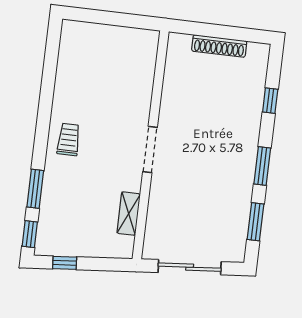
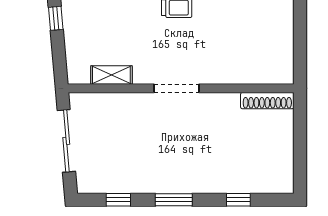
shoe rack: (219, 46) -> (267, 101), moved, turned -90
window: (255, 222) -> (118, 200), width x0.67

